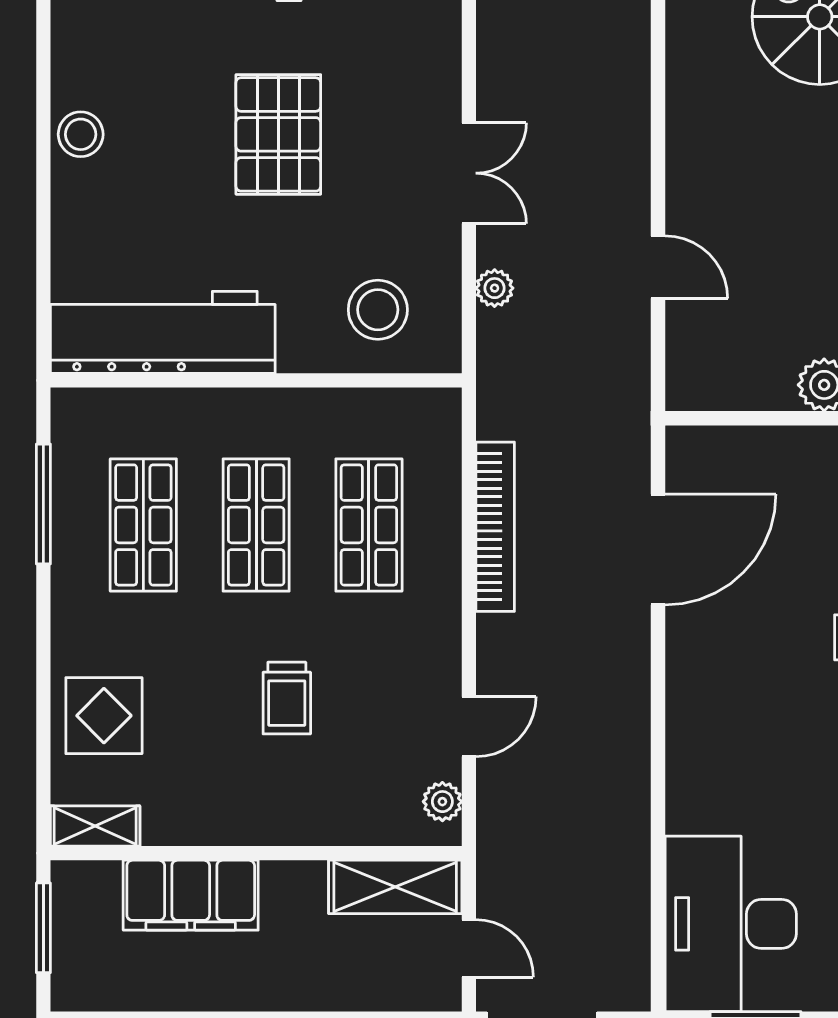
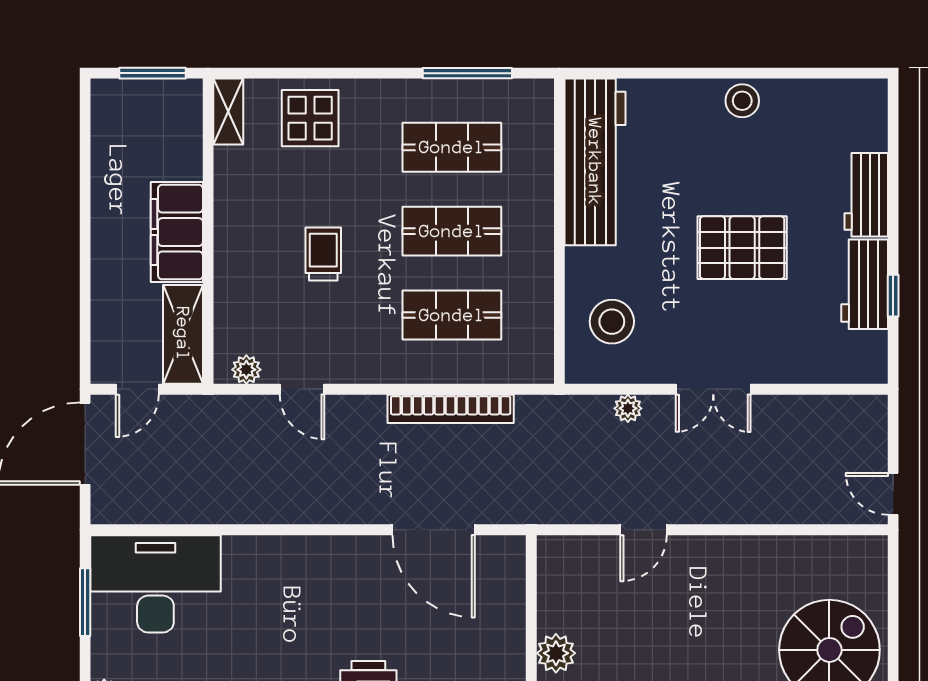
trolley: (287, 698) -> (323, 254), turned 90
filing cabinet: (191, 895) -> (177, 232), moved

